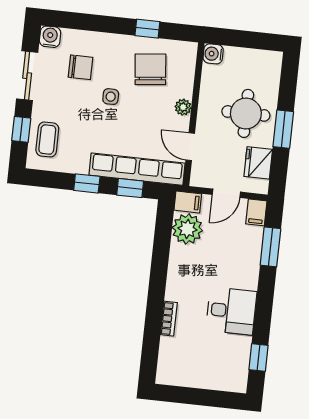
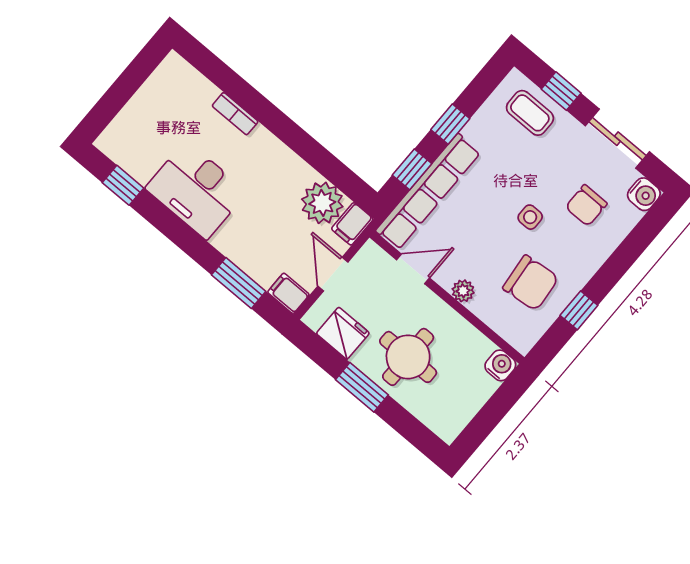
desk: (231, 311) -> (196, 190), width x1.37

